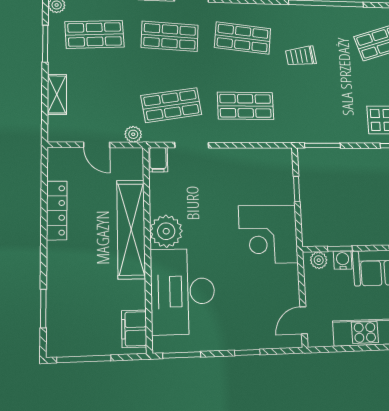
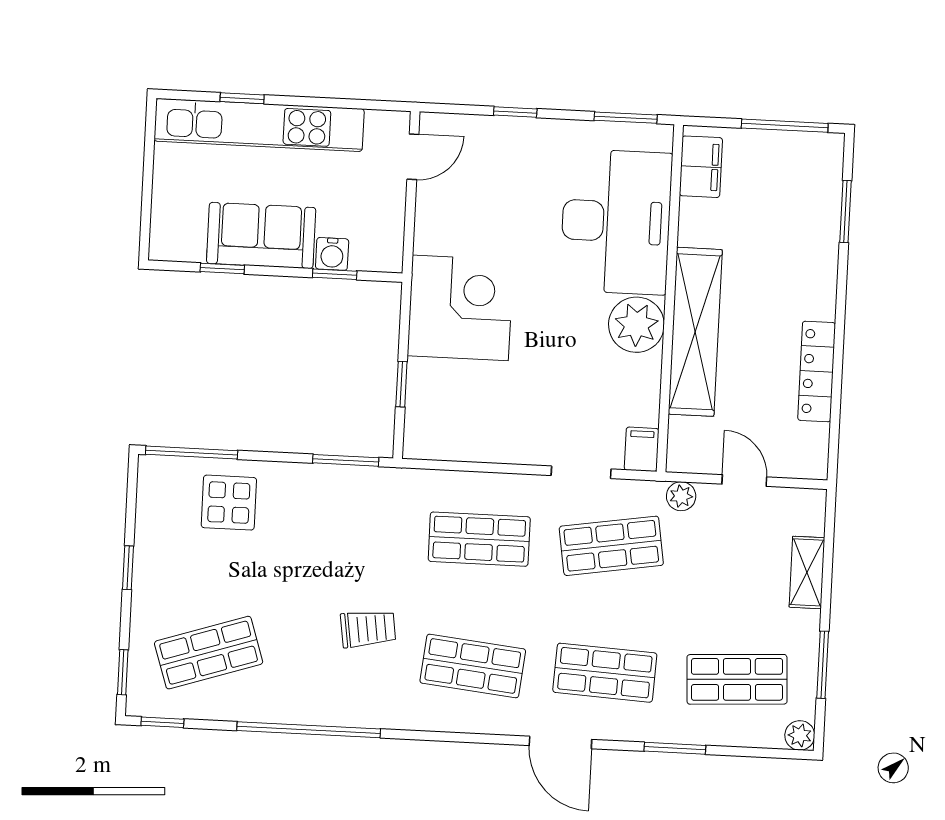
plant: (319, 260) -> (375, 257), removed

